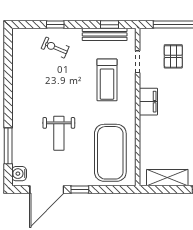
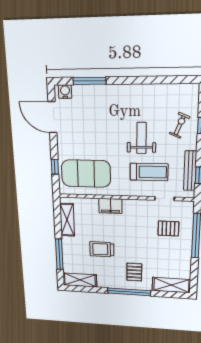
treadmill: (107, 80) -> (149, 172), turned 180
filing cabinet: (148, 102) -> (110, 206), moved
weight bench: (59, 133) -> (141, 138), moved, turned 90
window: (80, 190) -> (55, 167), moved

